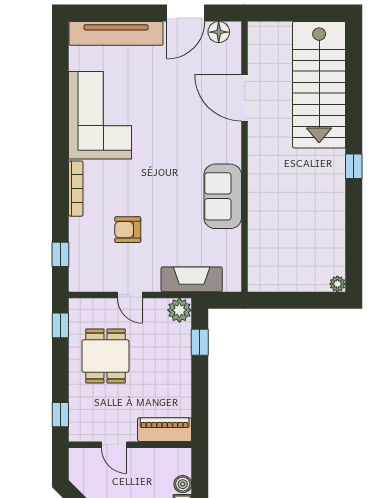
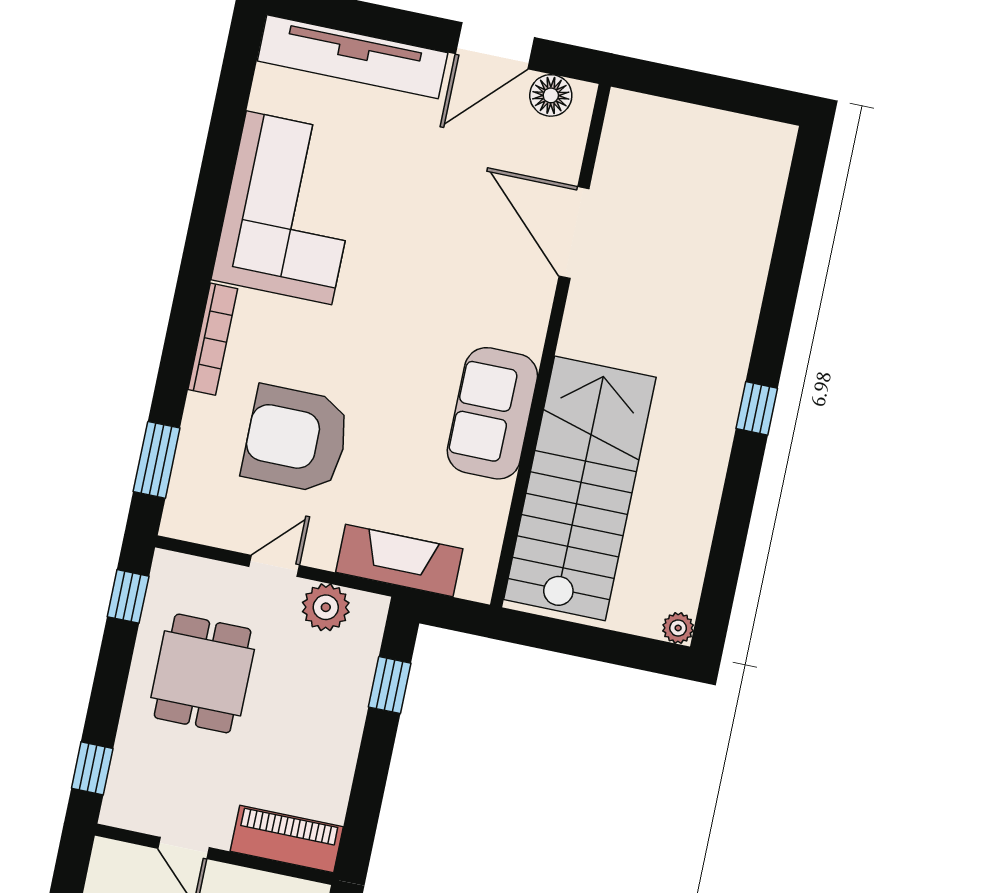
stairs: (319, 85) -> (580, 488), moved, turned 180
armchair: (128, 230) -> (296, 439), width x1.88, depth x1.88
window: (60, 254) -> (157, 460), width x1.50
door: (130, 295) -> (274, 566), swing flipped
plant: (179, 310) -> (326, 607), moved

